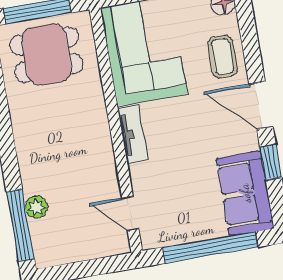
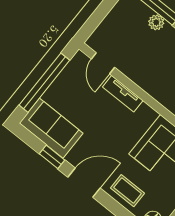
tv unit: (133, 134) -> (123, 94), moved
door: (130, 214) -> (103, 63), swing flipped

